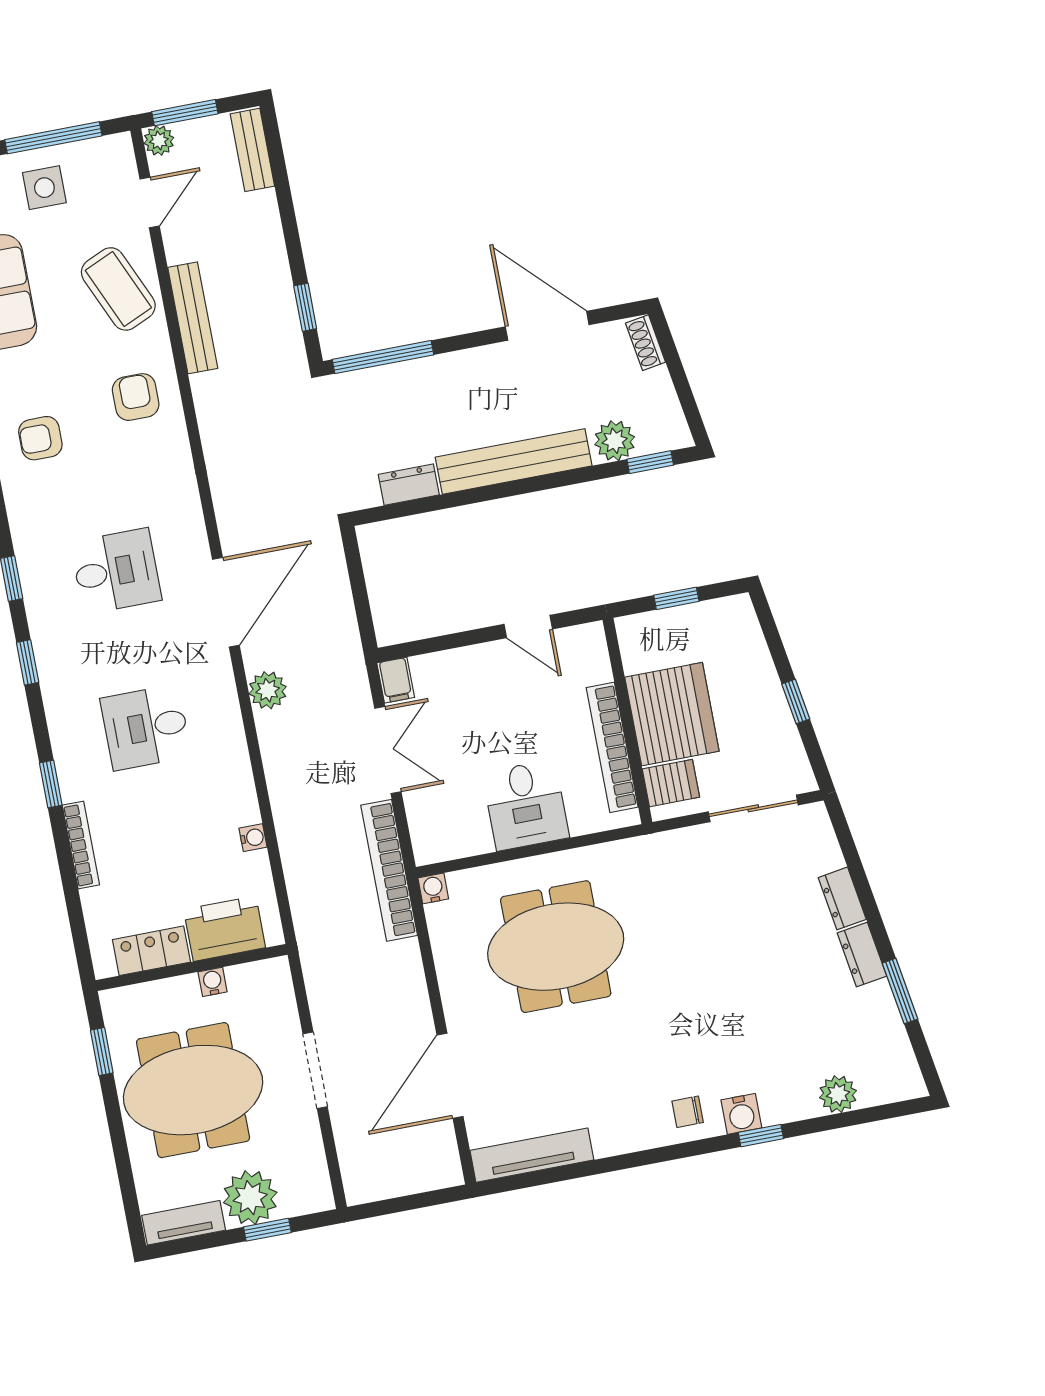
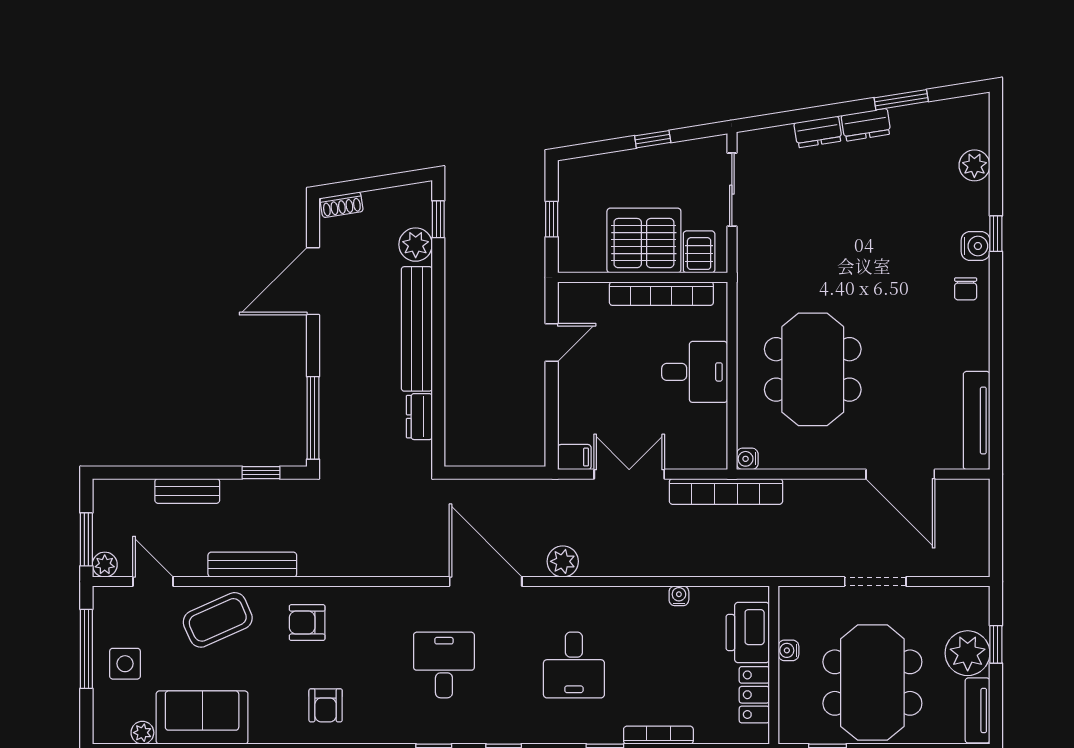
bench: (252, 150) -> (187, 491), moved

